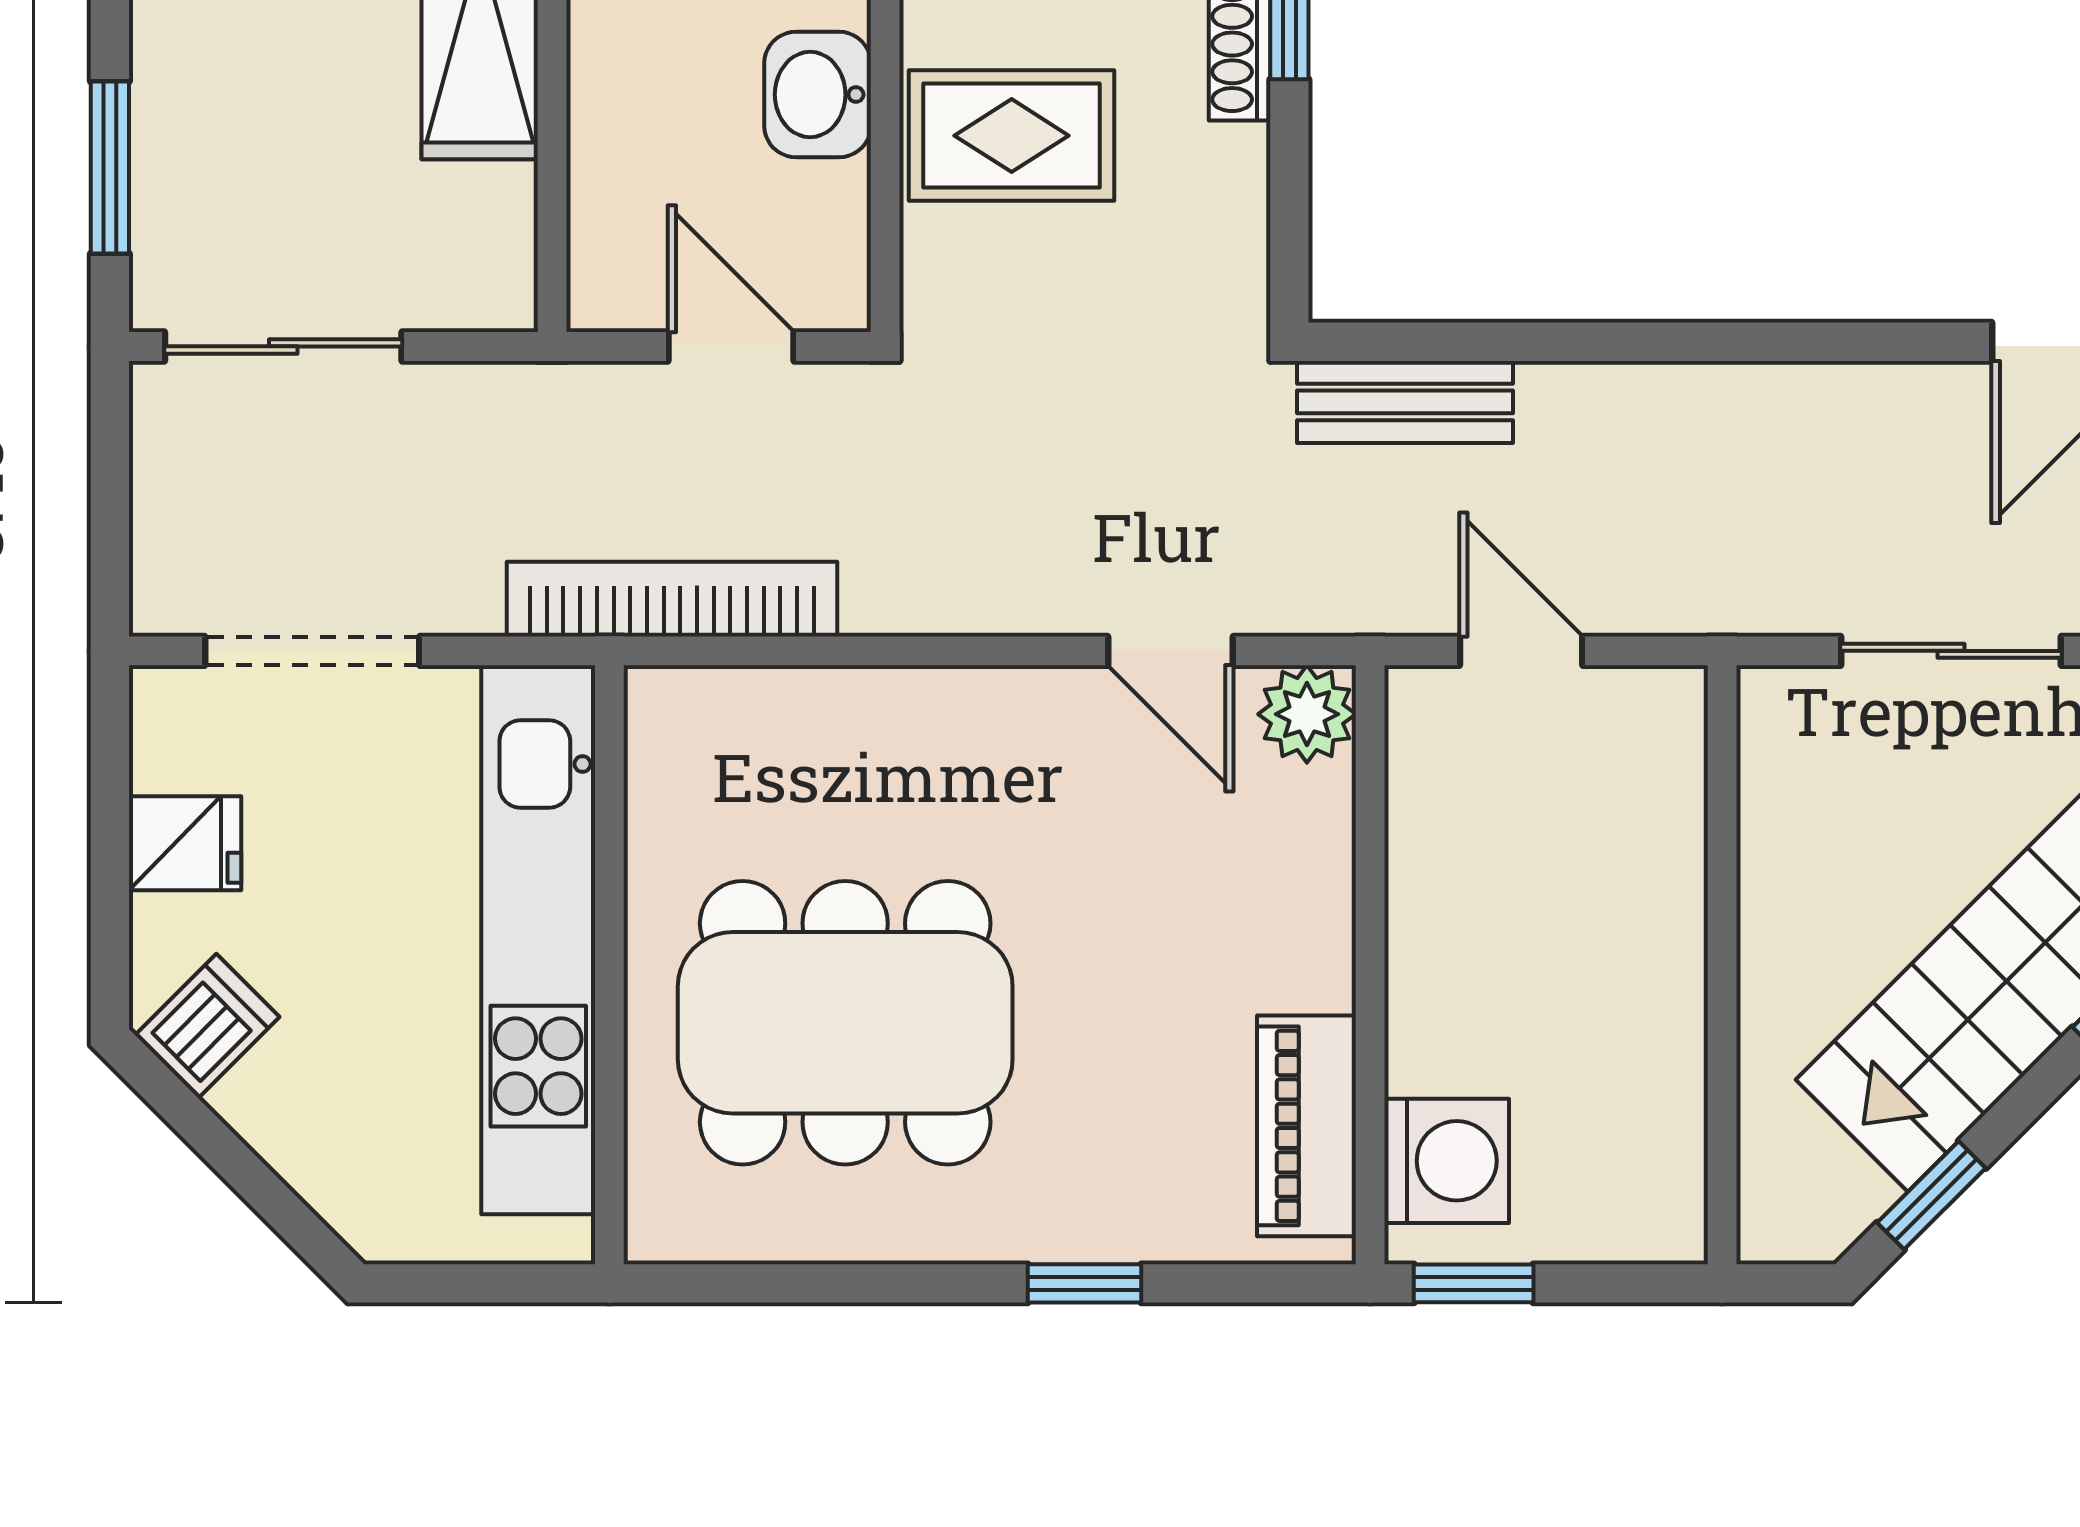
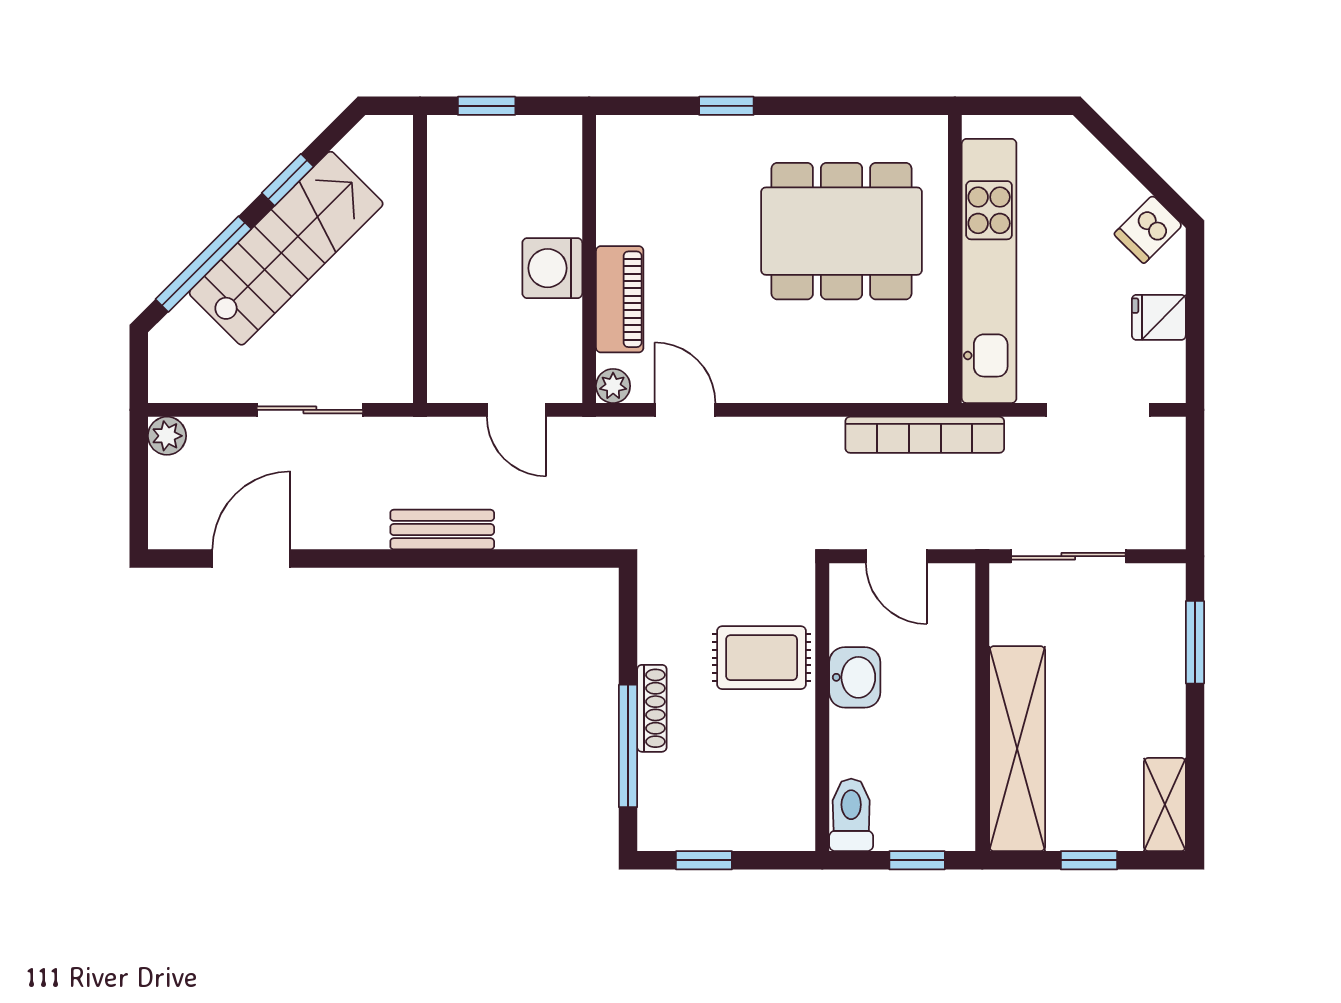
sliding door: (283, 346) -> (1068, 556), moved
bench: (1405, 402) -> (442, 530), moved
plant: (1307, 714) -> (613, 386), width x0.73, depth x0.73
piano: (1306, 1126) -> (620, 299), moved
washing machine: (1447, 1161) -> (552, 268), moved
window: (1931, 1195) -> (288, 180), moved
window: (1474, 1283) -> (487, 106), moved

